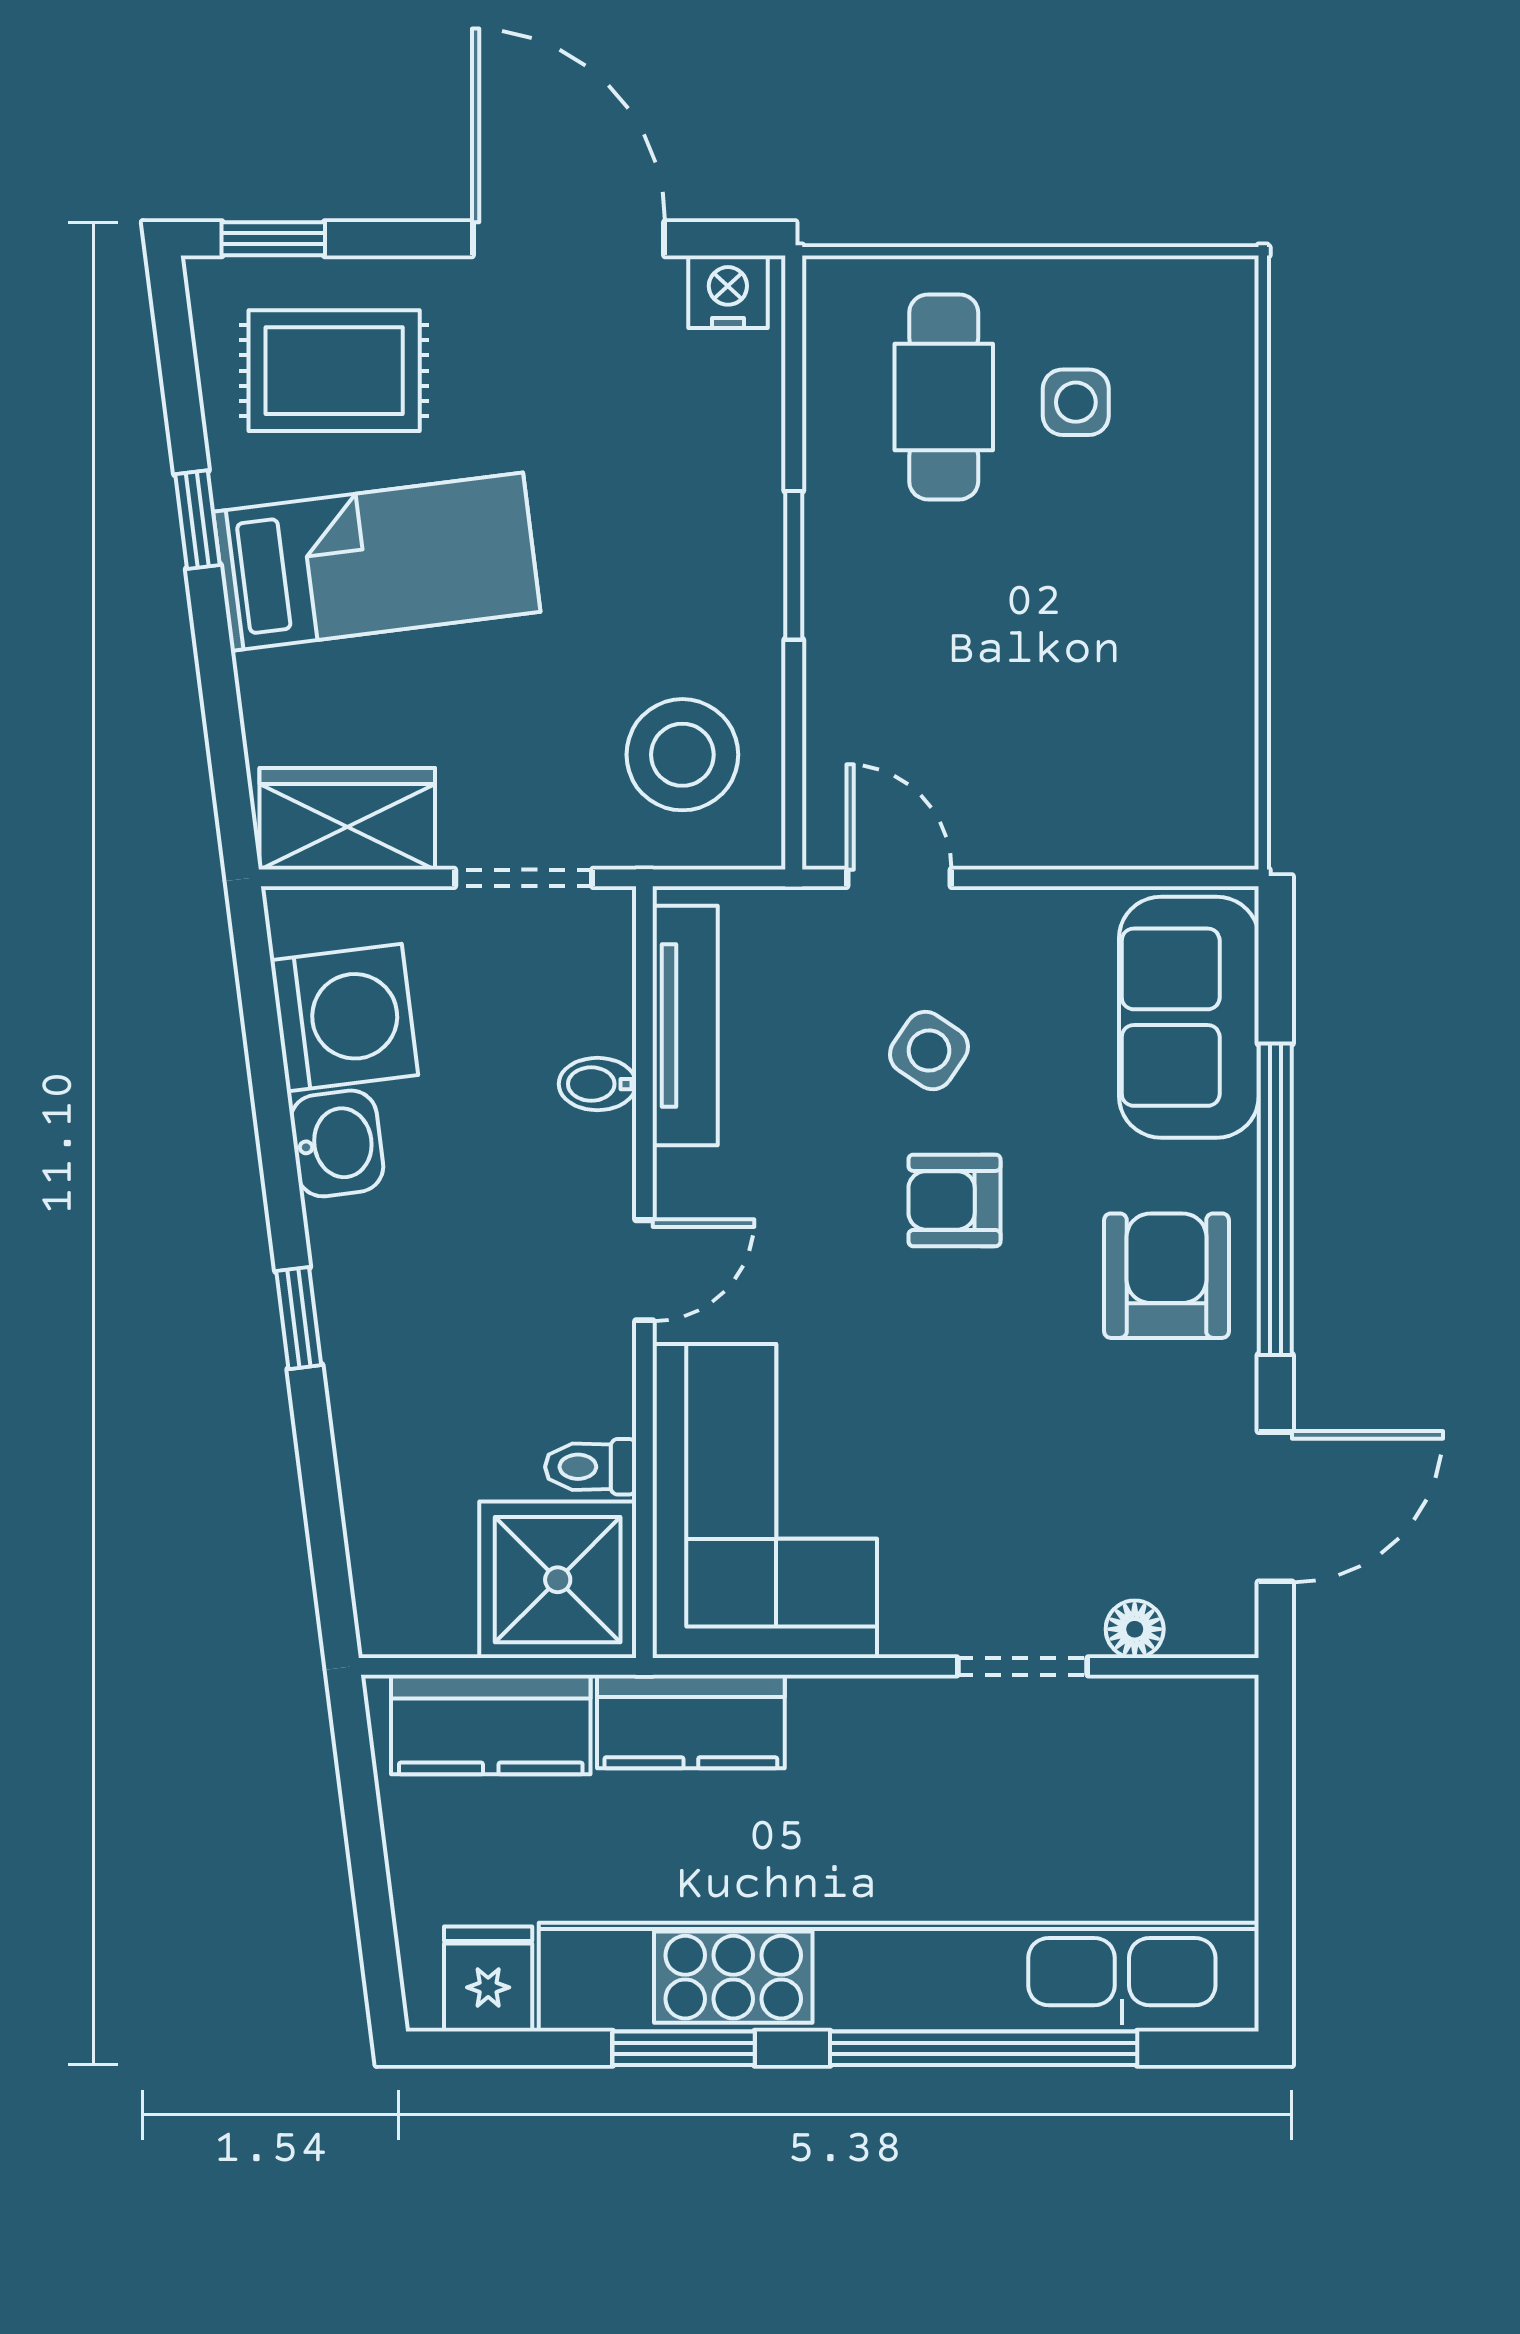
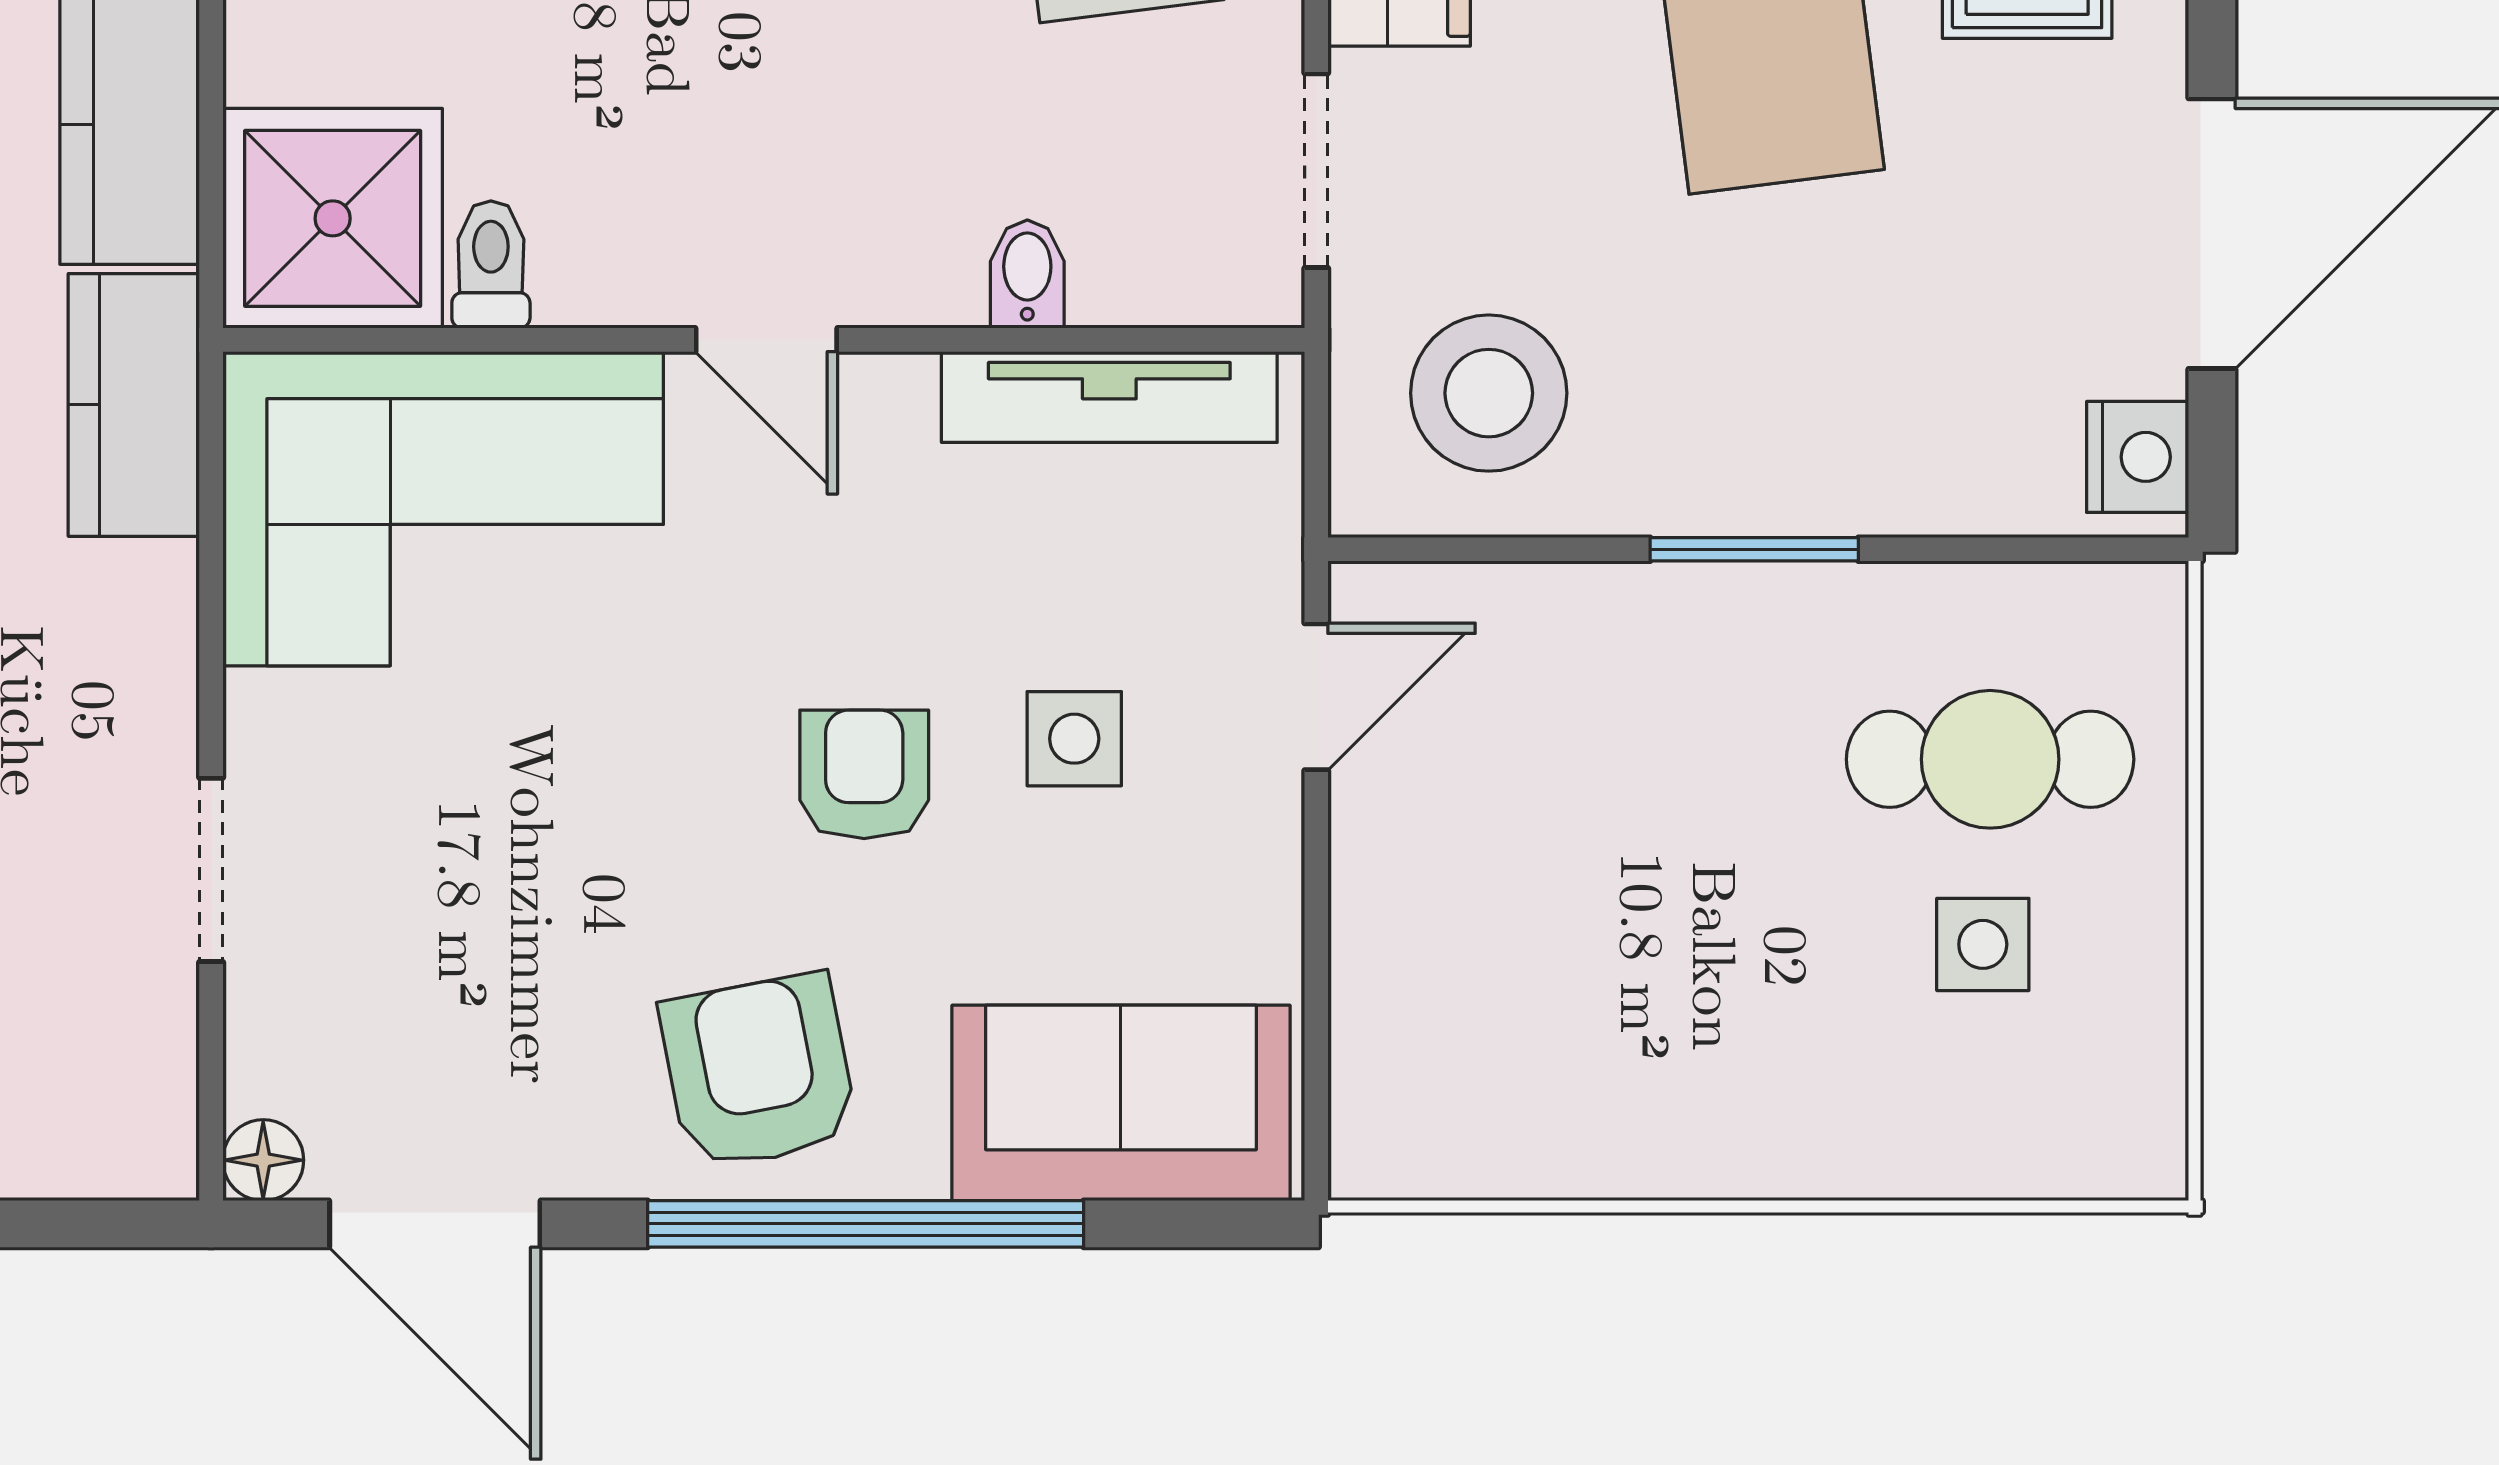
side table: (929, 1051) -> (1074, 739), turned -34
armchair: (1167, 1276) -> (759, 1072), turned -101
floor lamp: (1135, 1629) -> (263, 1160), moved

